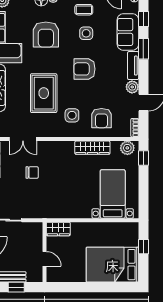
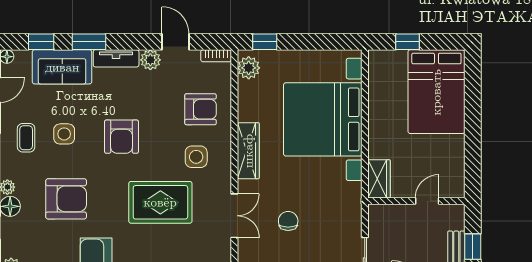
double door: (23, 139) -> (234, 216), moved
wardrobe: (92, 148) -> (248, 151), moved
bed with nightstands: (113, 194) -> (323, 119), width x1.85

